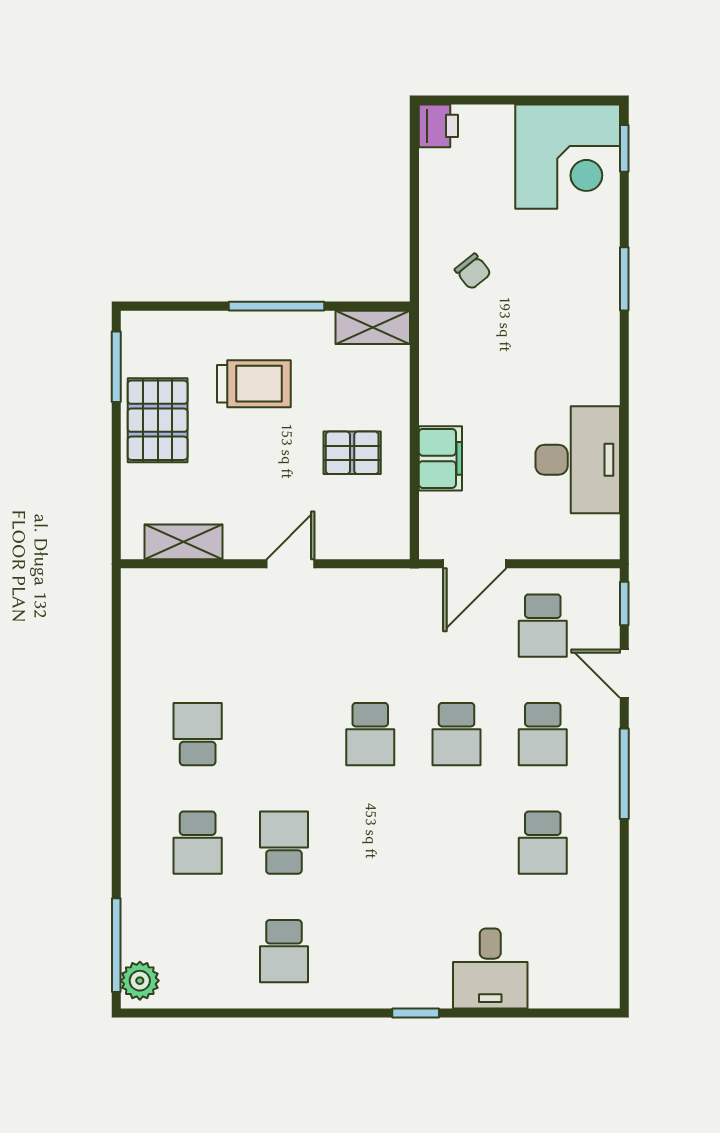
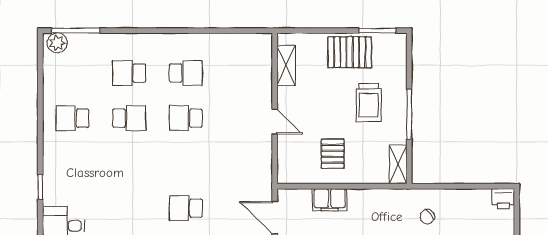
school desk: (370, 734) -> (186, 118), moved

